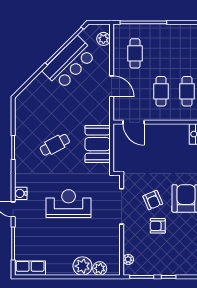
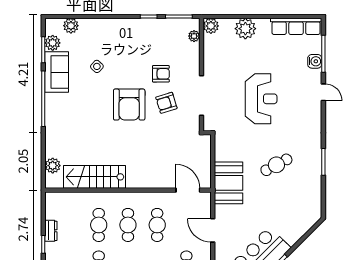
booth: (98, 144) -> (228, 183), moved
water cooler: (21, 193) -> (315, 61), moved
armchair: (153, 200) -> (166, 103), turned -84
reception desk: (69, 204) -> (261, 99), turned -90
row of seats: (30, 268) -> (296, 26), width x1.48
plant: (100, 268) -> (211, 26), moved

